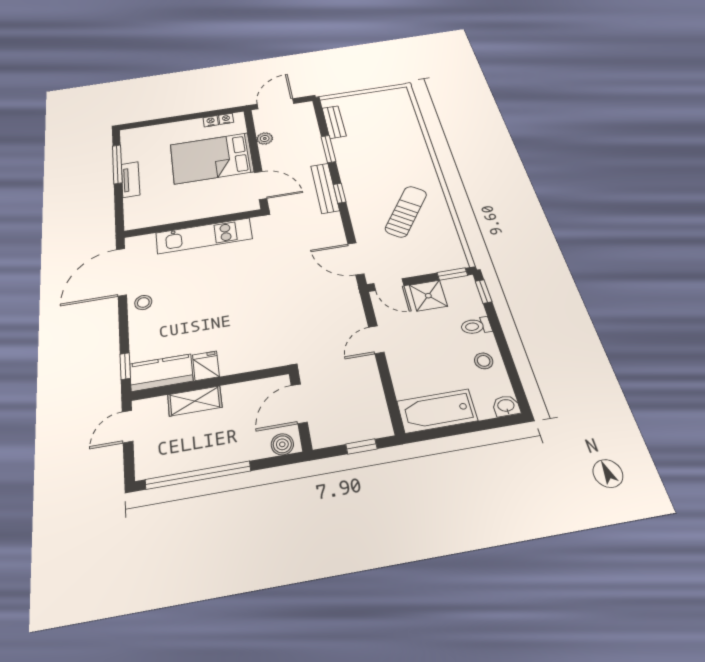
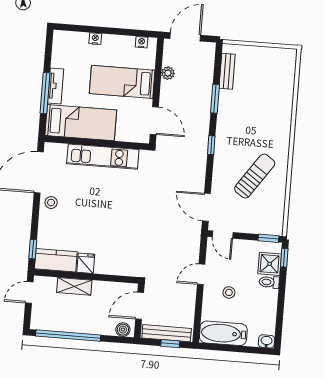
nightstand: (211, 121) -> (95, 39), moved
bed: (212, 158) -> (122, 82), width x0.67
window: (117, 164) -> (45, 93), moved
bench: (325, 188) -> (167, 333), moved, turned 90
bed: (168, 208) -> (81, 123), added
shower: (428, 296) -> (270, 264), moved
stool: (484, 361) -> (229, 292), moved

